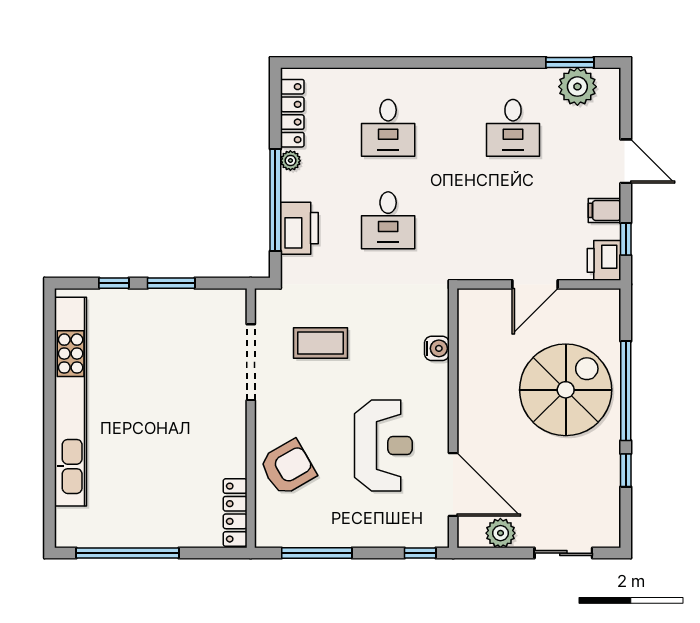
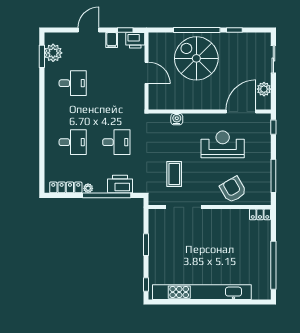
window: (114, 283) -> (146, 285), moved
locker: (235, 513) -> (260, 214), width x0.66

